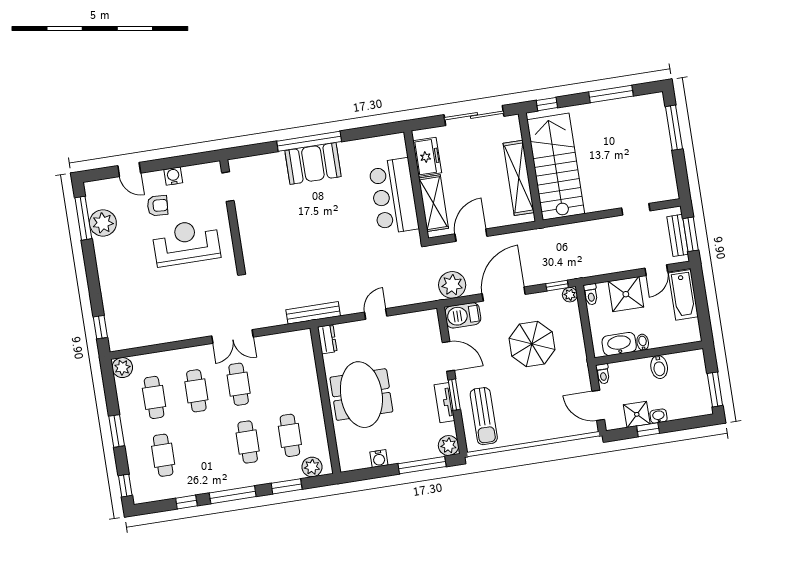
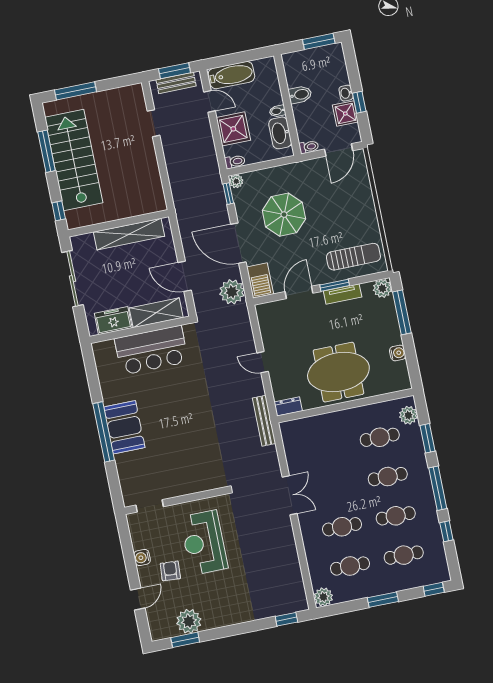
stairs: (556, 167) -> (74, 160), moved, turned 90
window: (83, 218) -> (185, 640), width x0.69
cafe table: (239, 384) -> (396, 516), moved

